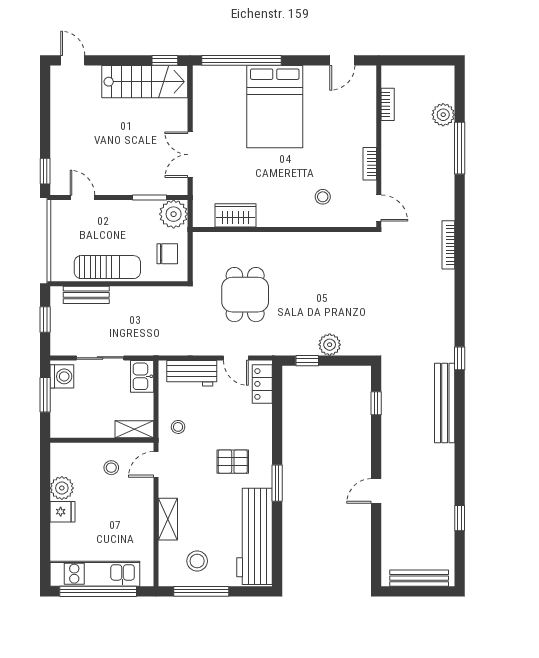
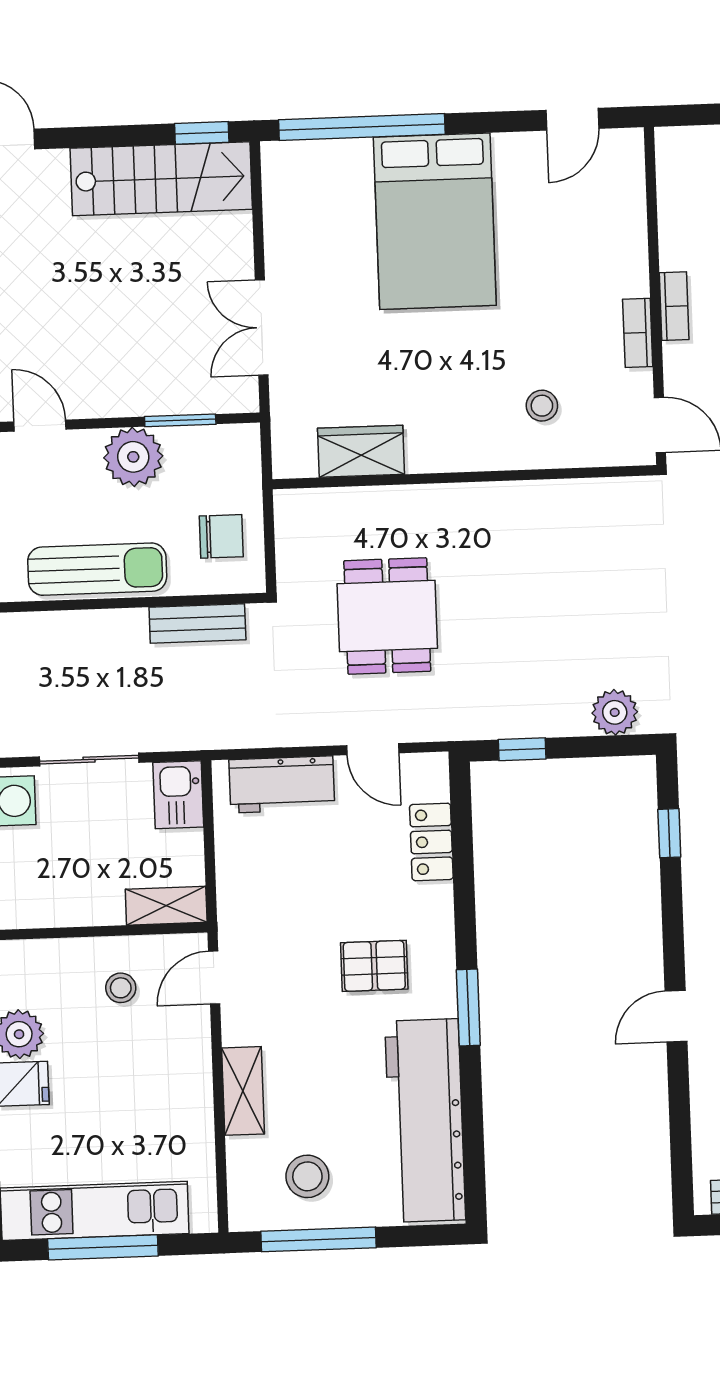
bookcase: (388, 104) -> (674, 306), moved
plant: (174, 214) -> (133, 457), moved
bench: (86, 295) -> (197, 624), moved
plant: (330, 345) -> (615, 712), moved
locker: (262, 384) -> (431, 842), moved
stool: (178, 427) -> (257, 898), removed
window: (98, 591) -> (103, 1247), width x0.68

